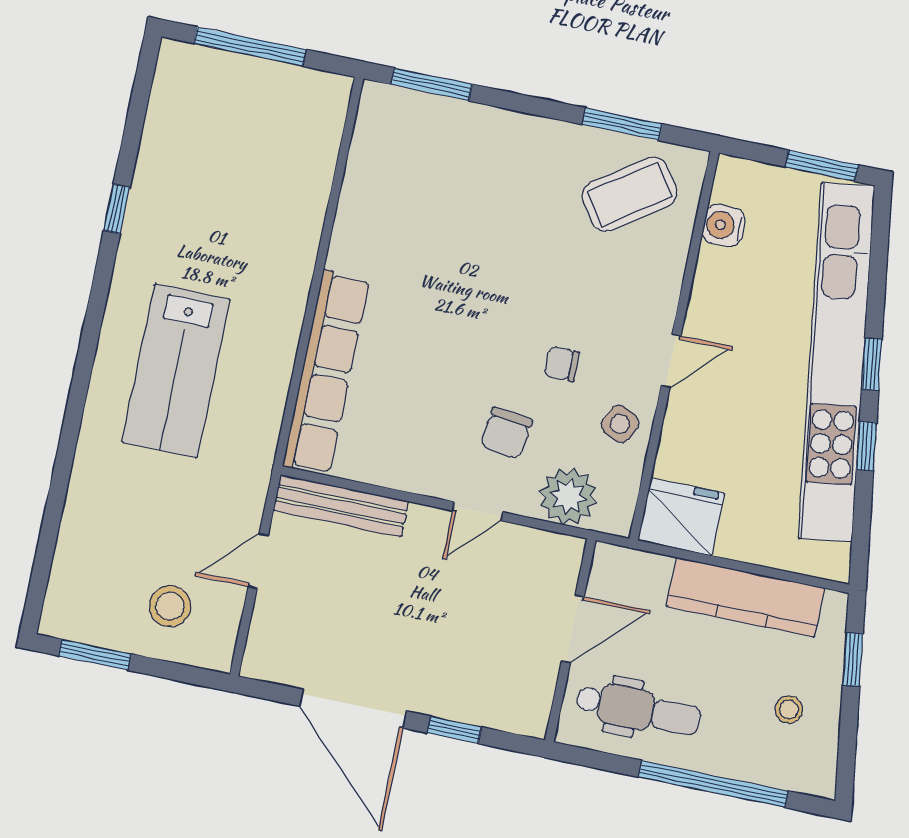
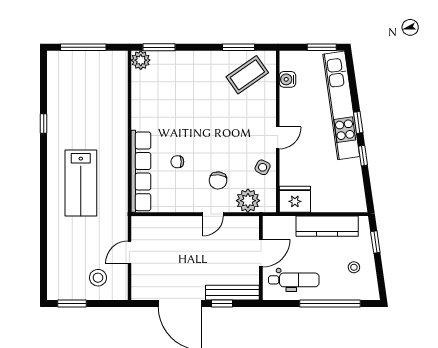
plant: (381, 106) -> (141, 60), added
kitchen unit: (837, 362) -> (341, 105), width x0.73
chair: (562, 364) -> (177, 162), moved
bench: (341, 506) -> (232, 293), moved

